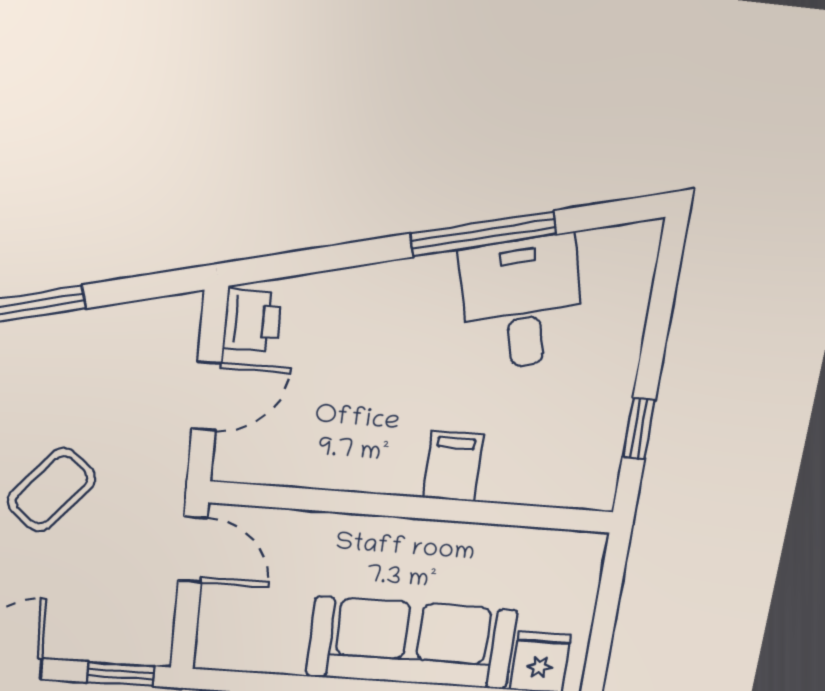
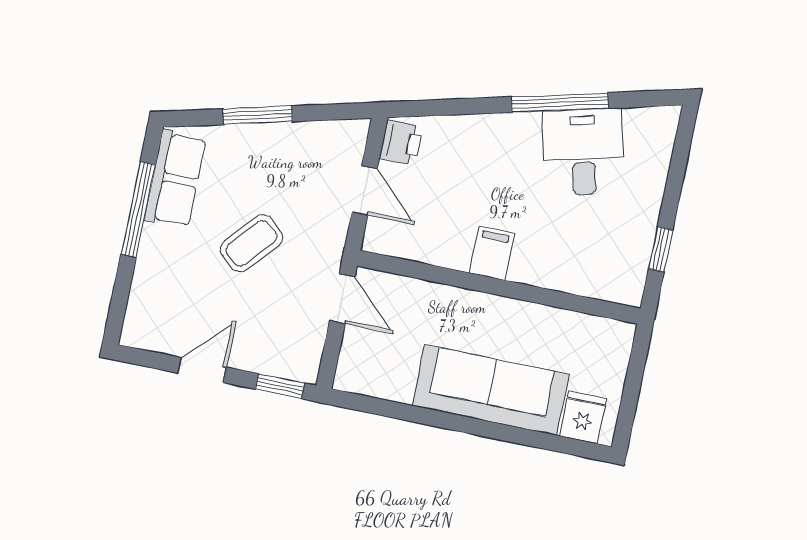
door: (207, 396) -> (365, 190), hinge flipped
filing cabinet: (453, 466) -> (492, 253), moved

